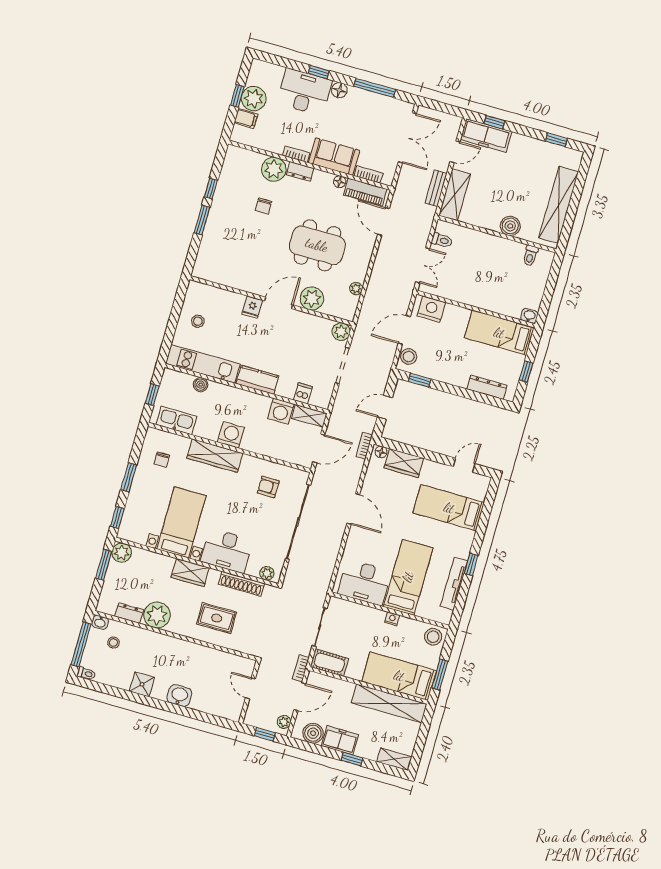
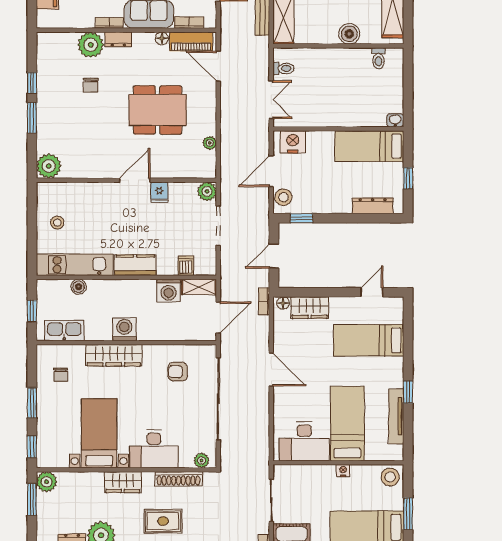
plant: (312, 299) -> (49, 166), moved
fridge: (252, 307) -> (159, 192), moved

